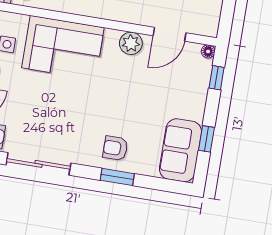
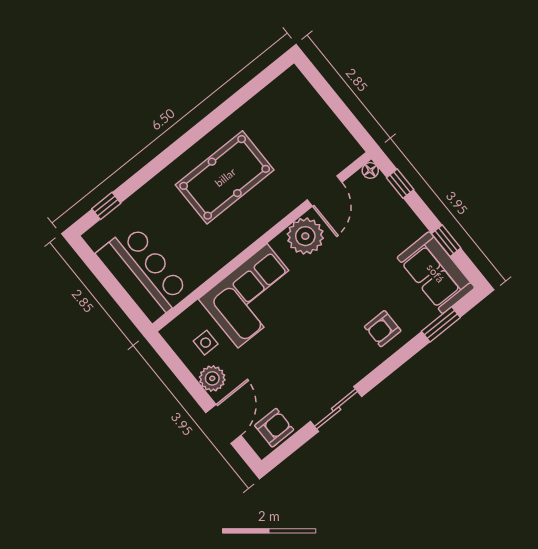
plant: (131, 43) -> (305, 236), width x1.36, depth x1.36
sliding door: (38, 164) -> (336, 409), width x0.73
window: (117, 177) -> (441, 324), moved

